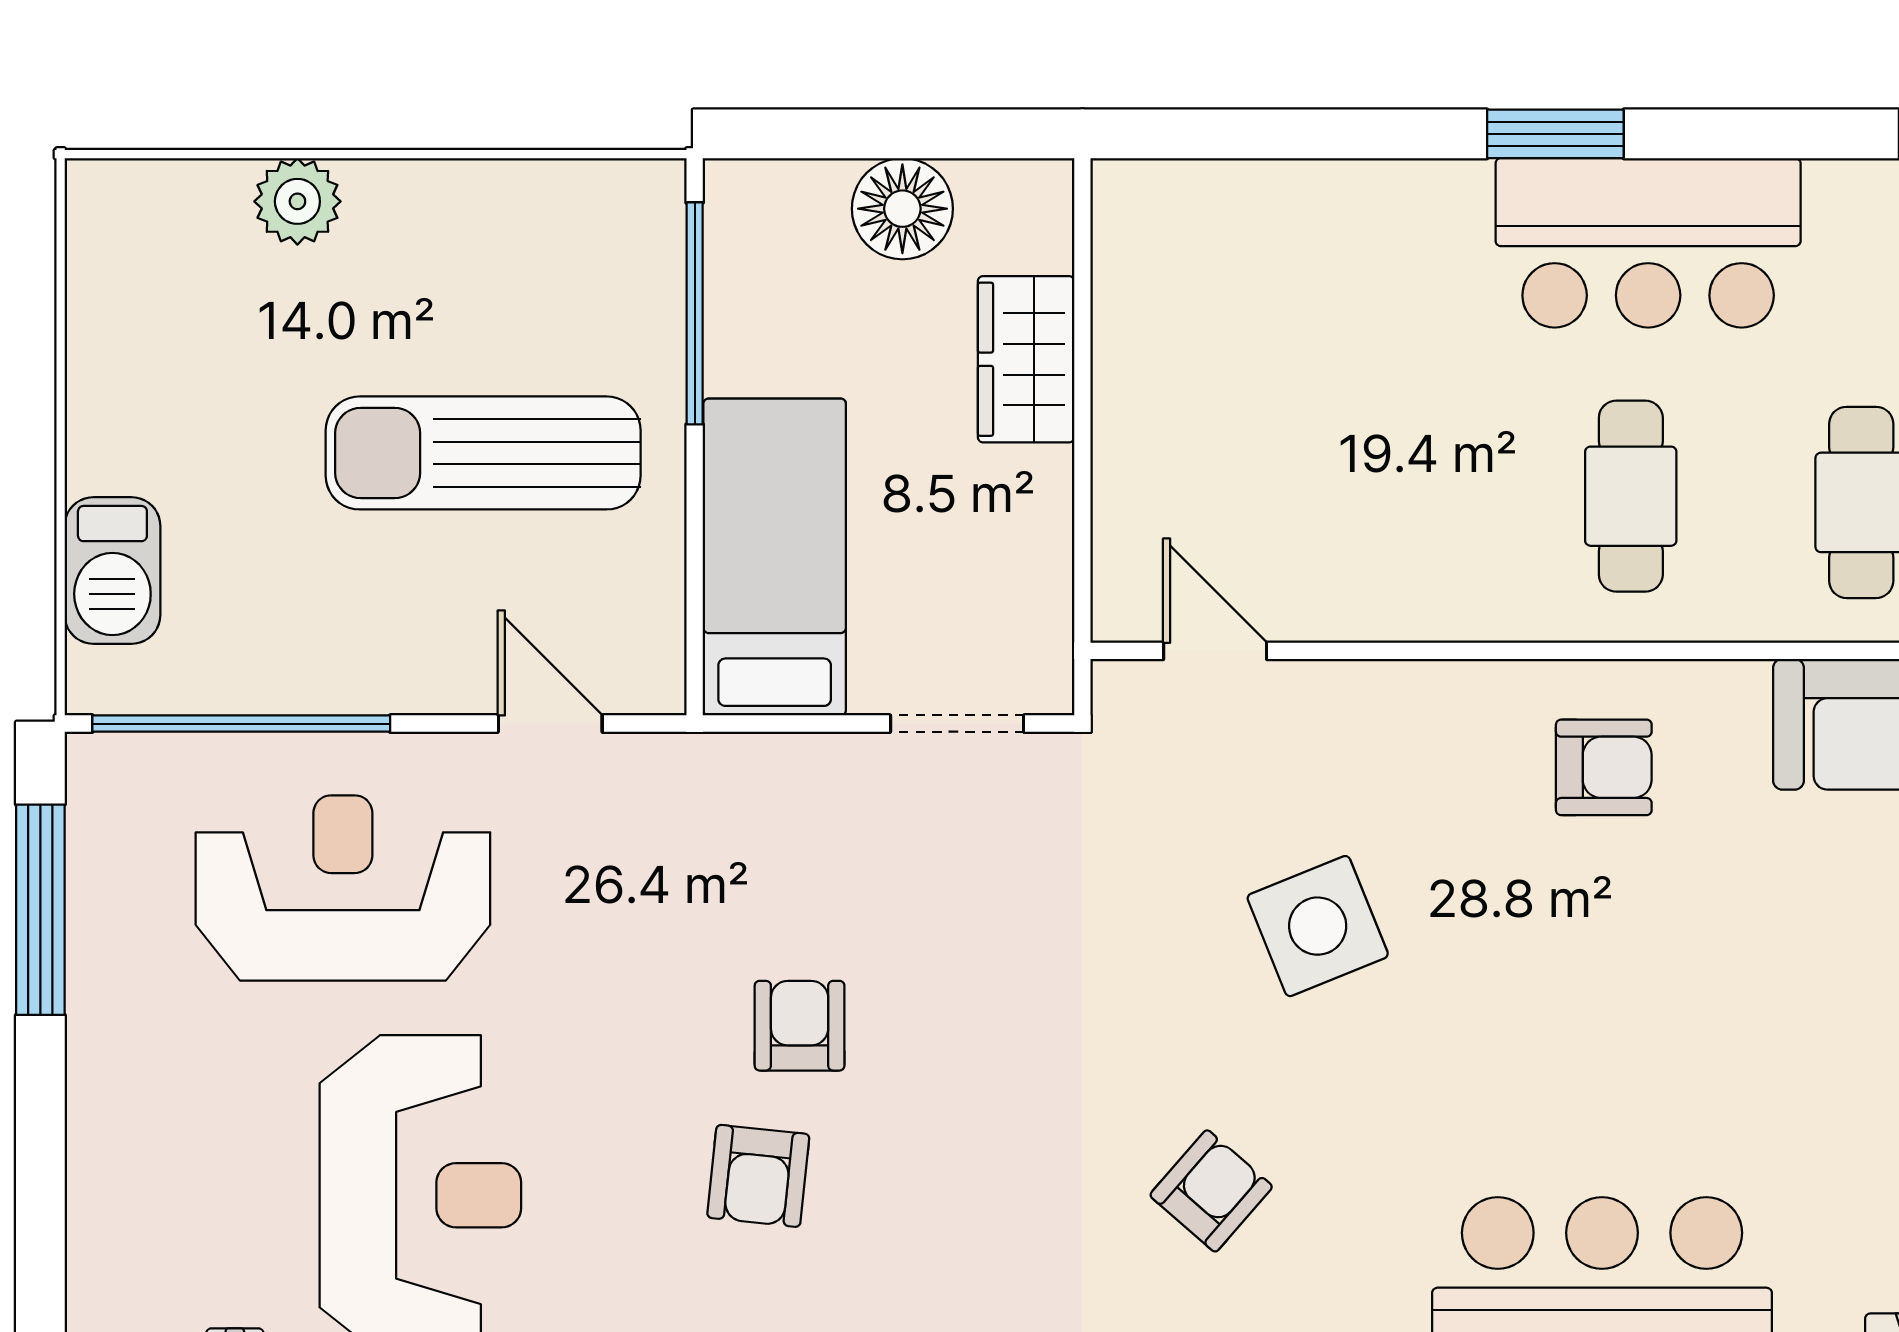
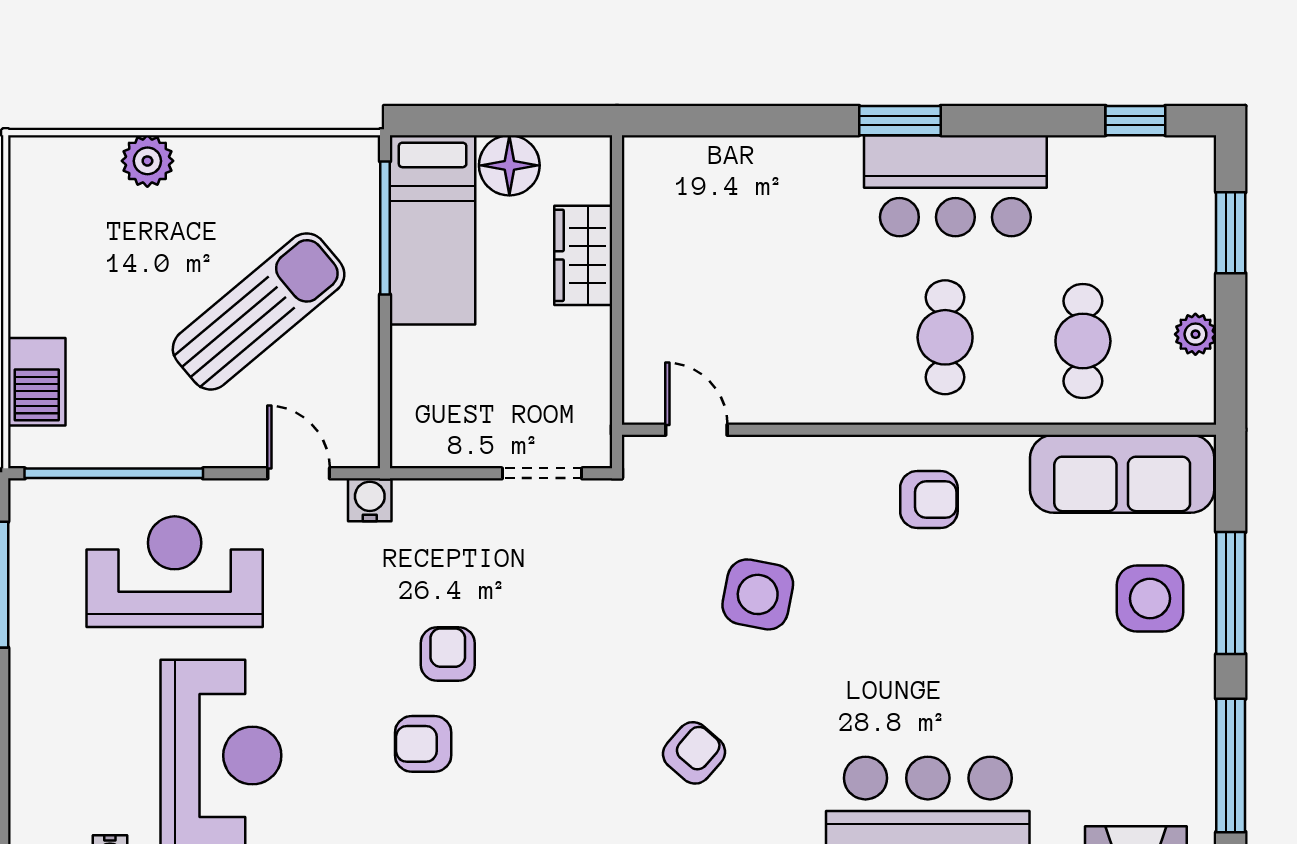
sun lounger: (483, 453) -> (259, 311), turned 140
bed: (775, 557) -> (433, 230), moved, turned 180
water cooler: (669, 768) -> (370, 500), added
side table: (1318, 926) -> (758, 594), turned 33
armchair: (758, 1176) -> (423, 744), turned 84

